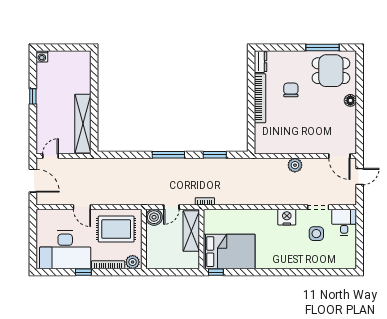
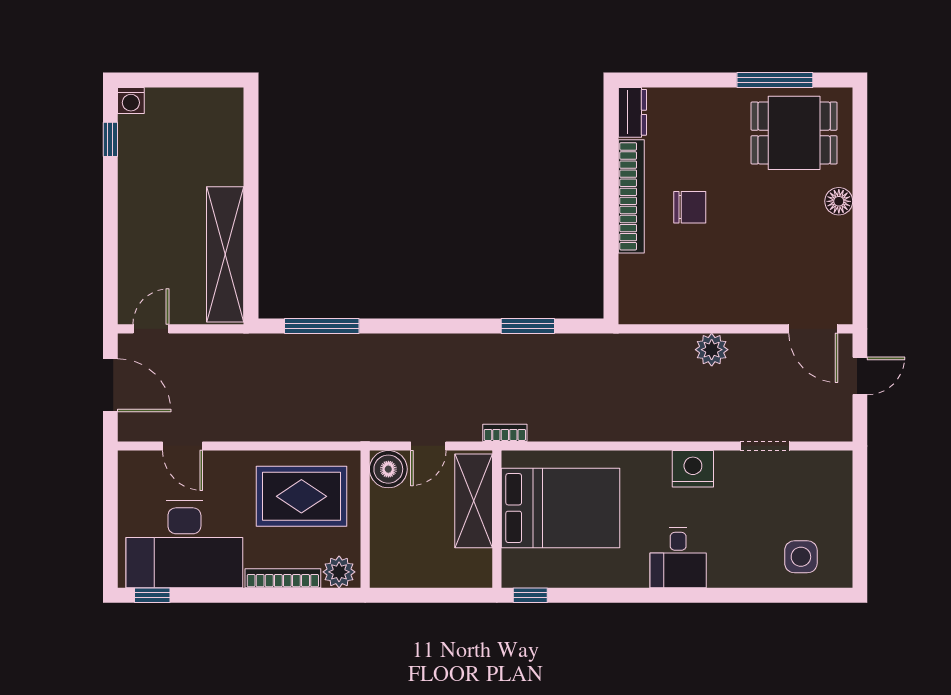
chair: (291, 90) -> (690, 207), moved, turned 90
window: (33, 96) -> (110, 139), moved
window: (168, 155) -> (322, 326), moved
door: (82, 207) -> (183, 446), moved
desk: (344, 222) -> (678, 558), moved, turned 180
side table: (316, 234) -> (801, 557), moved
bed: (229, 252) -> (560, 508), moved
window: (83, 272) -> (152, 595), moved

